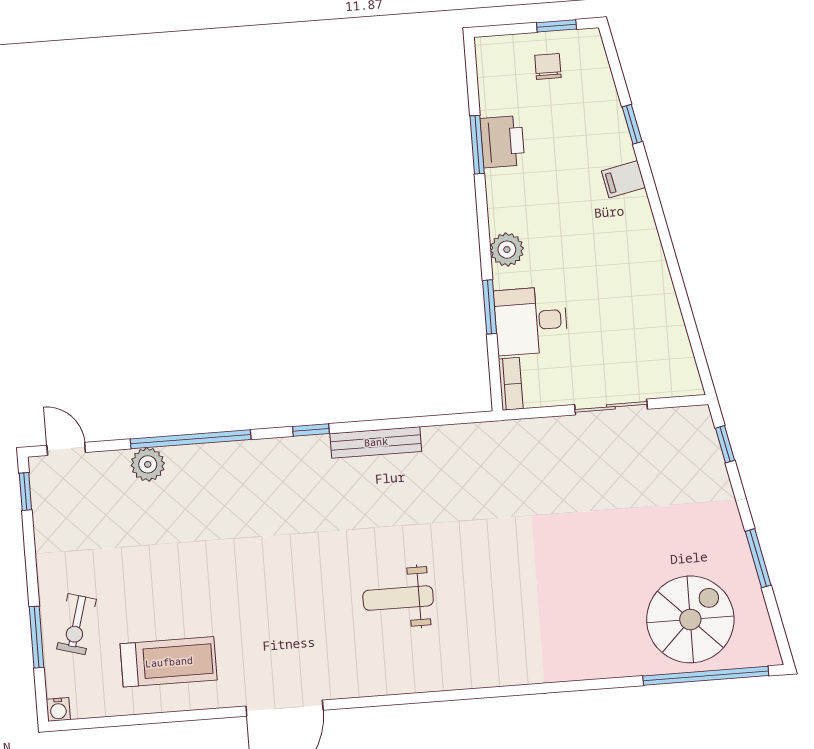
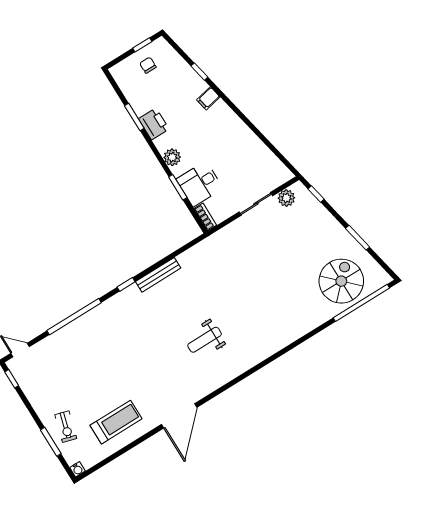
printer: (502, 142) -> (154, 124), moved
plant: (148, 464) -> (286, 198), moved

